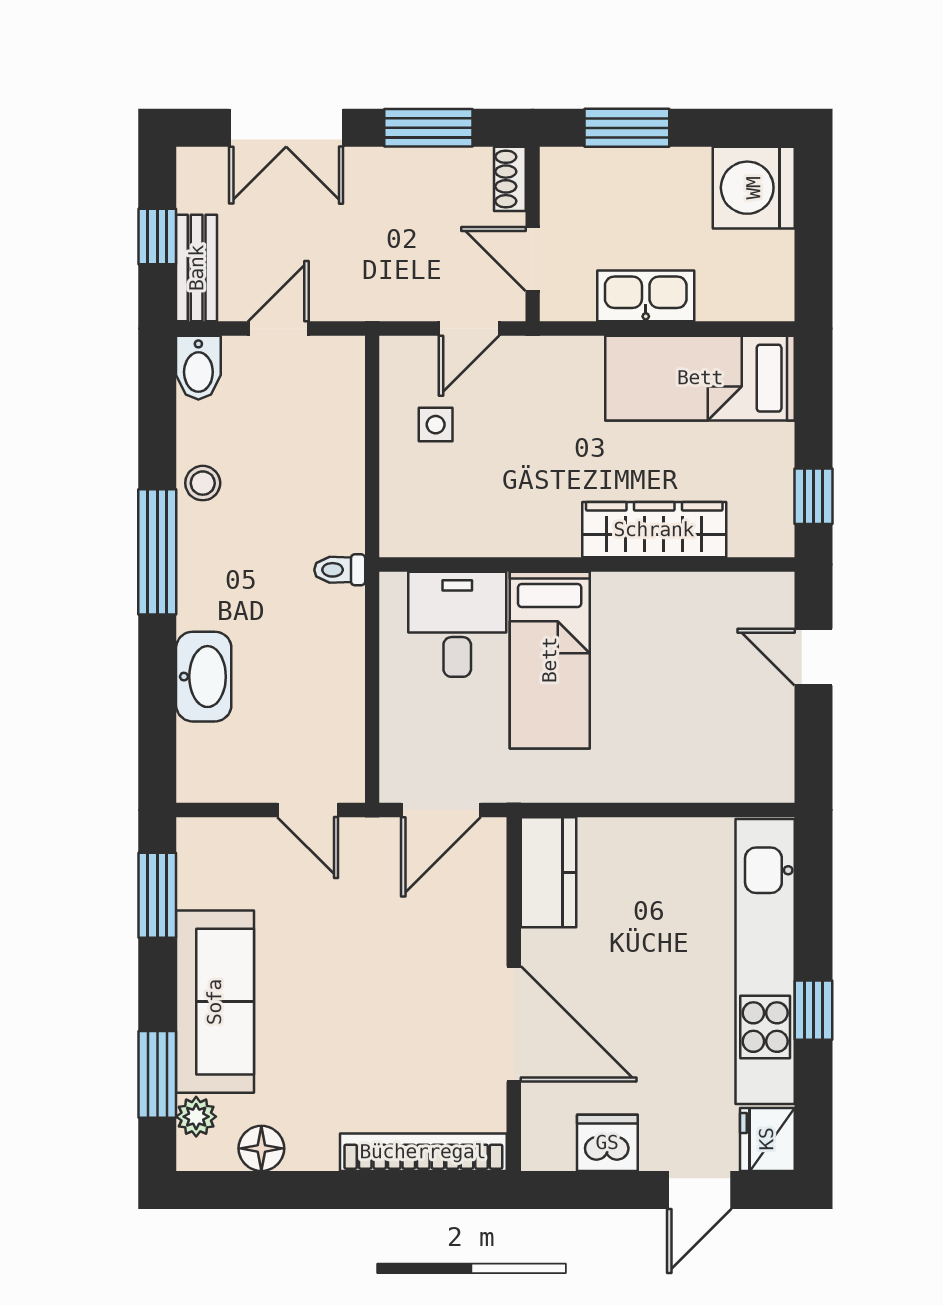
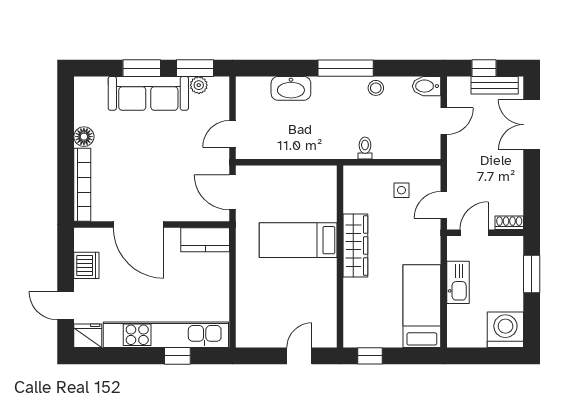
window: (428, 128) -> (532, 187), removed
bench: (197, 268) -> (495, 85), moved
door: (278, 328) -> (444, 121), hinge flipped
door: (469, 328) -> (444, 205), hinge flipped
wardrobe: (654, 530) -> (355, 246), moved
toilet: (340, 570) -> (365, 148), moved
desk: (457, 624) -> (314, 200), removed
window: (814, 1010) -> (177, 356), moved
door: (514, 1024) -> (139, 224), hinge flipped
window: (157, 1074) -> (142, 68), moved
plant: (196, 1117) -> (199, 85), moved
floor lamp: (261, 1148) -> (84, 137), moved

